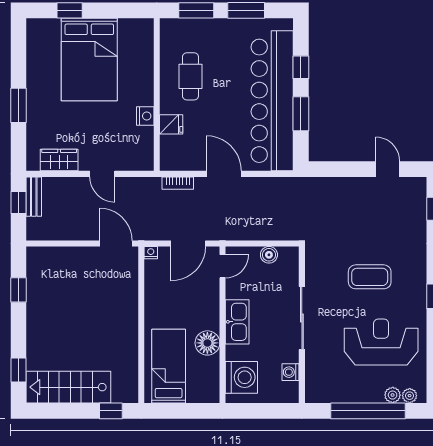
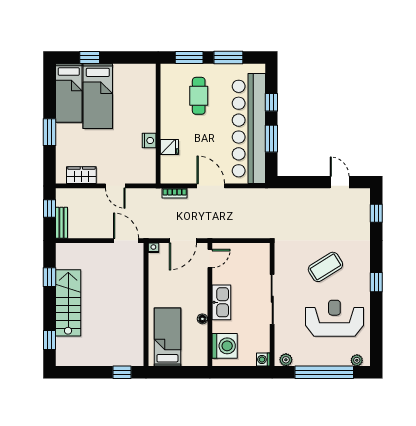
bed: (43, 55) -> (69, 93), added
bed: (89, 59) -> (98, 96), width x0.67
cafe table: (190, 76) -> (199, 96), moved
bench: (34, 197) -> (61, 223), moved
boiler: (269, 255) -> (246, 250), removed
coffee table: (370, 277) -> (325, 267), turned -32
floor lamp: (207, 343) -> (202, 319), width x0.53, depth x0.53
washing machine: (291, 372) -> (263, 359), moved
stairs: (68, 387) -> (68, 303), moved, turned 90
plant: (393, 395) -> (286, 360), moved

